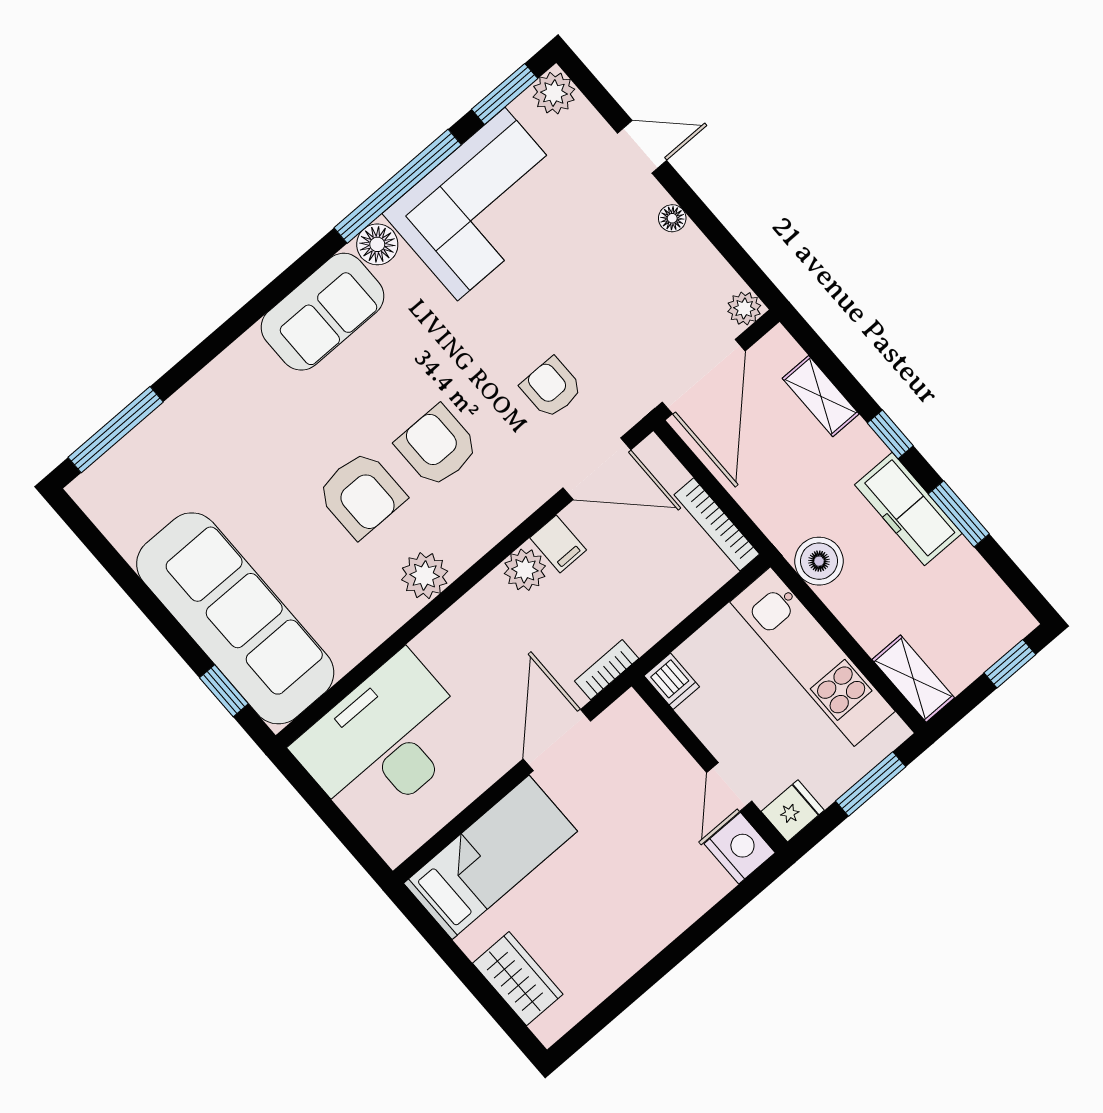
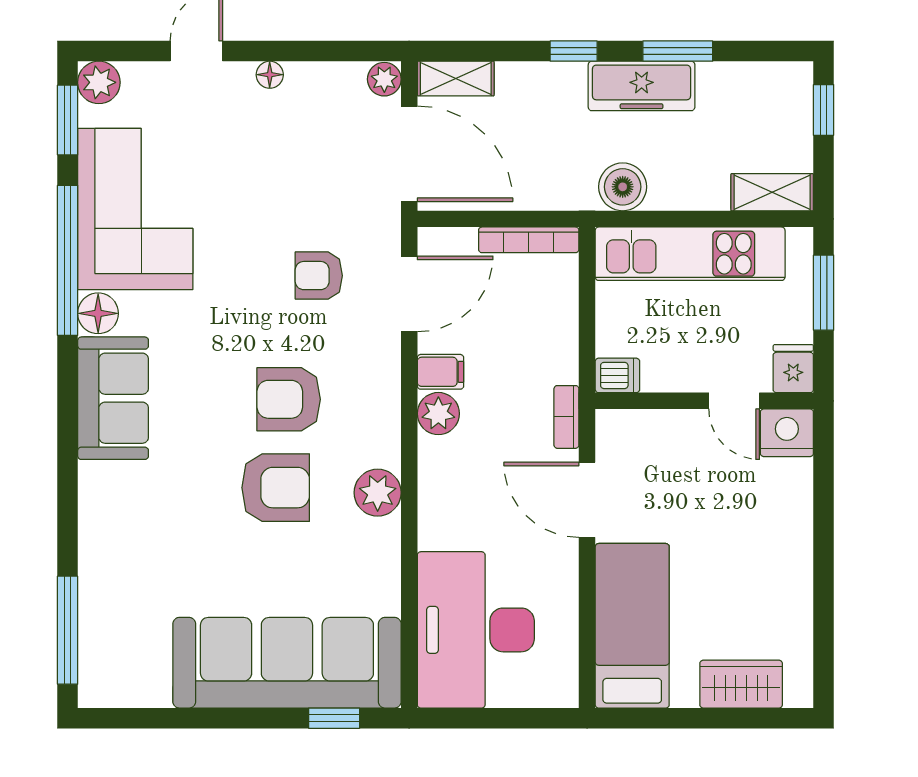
shelving: (821, 396) -> (456, 79), moved

